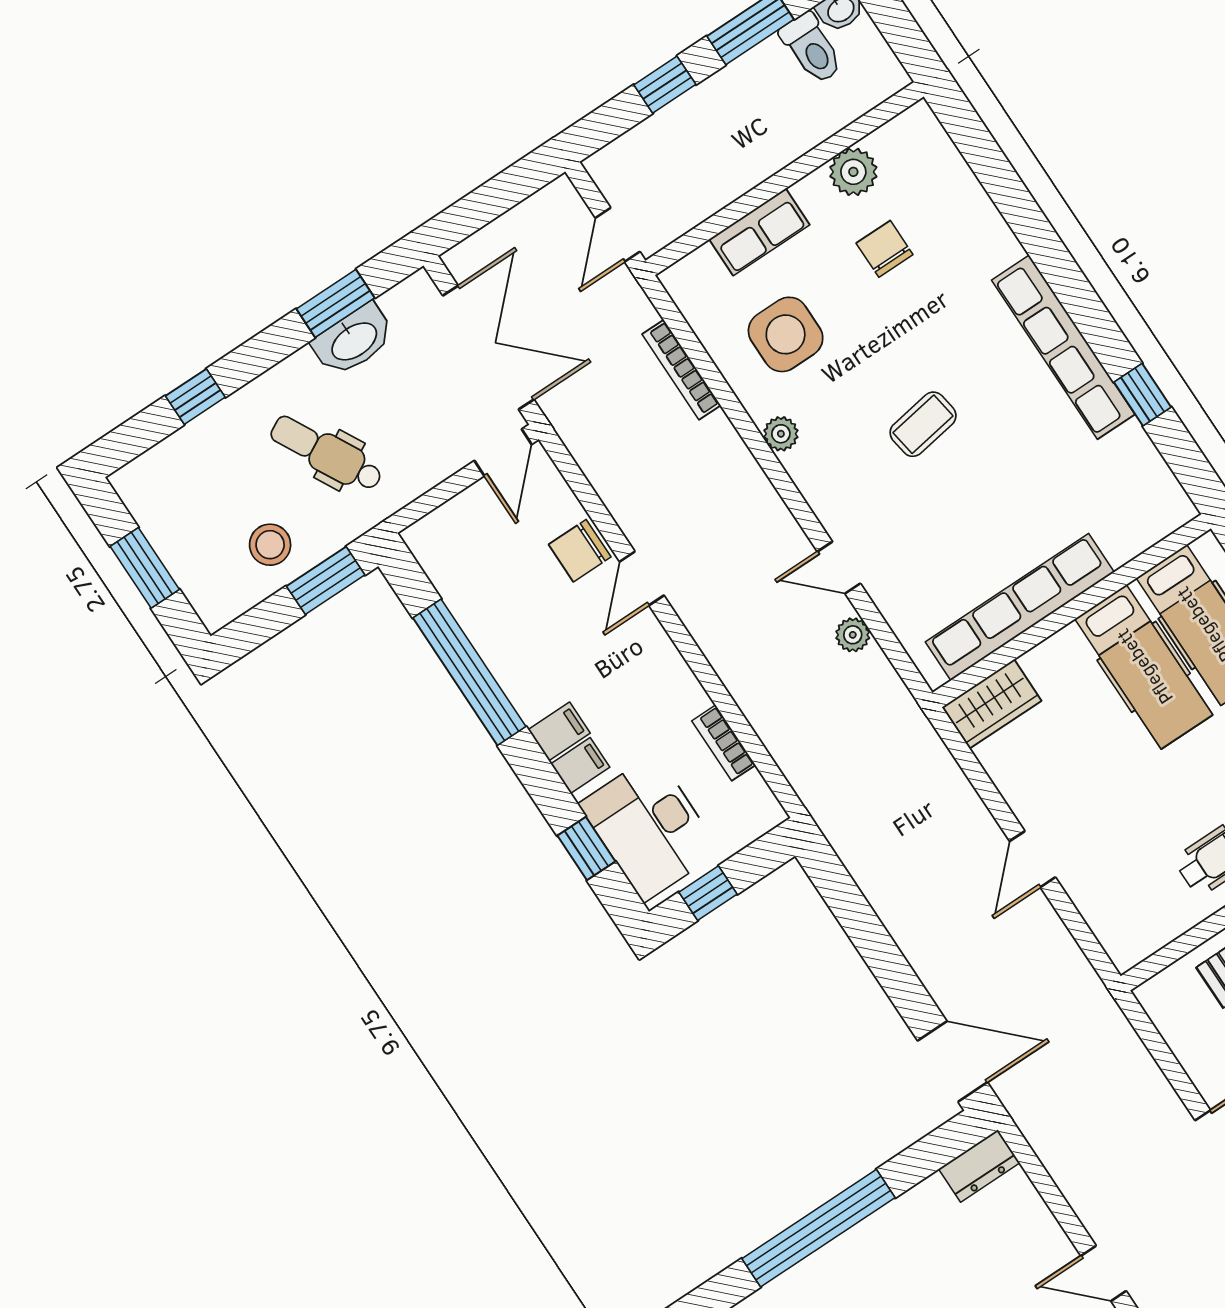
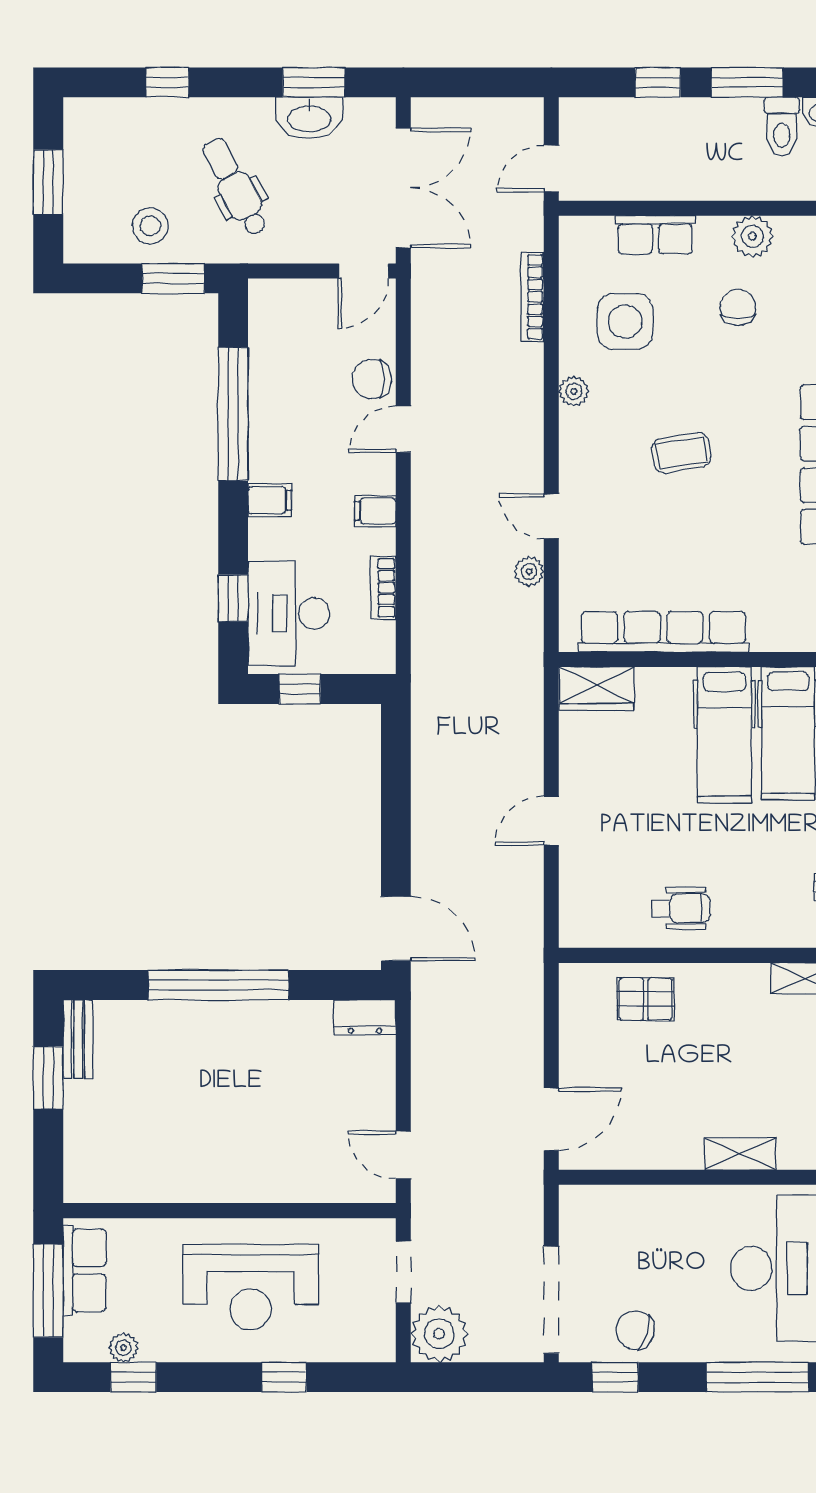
filing cabinet: (580, 765) -> (375, 511), moved, turned 180

